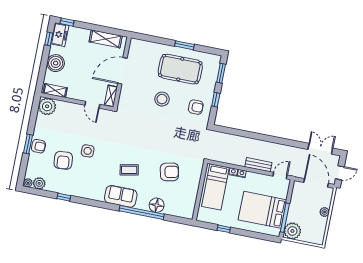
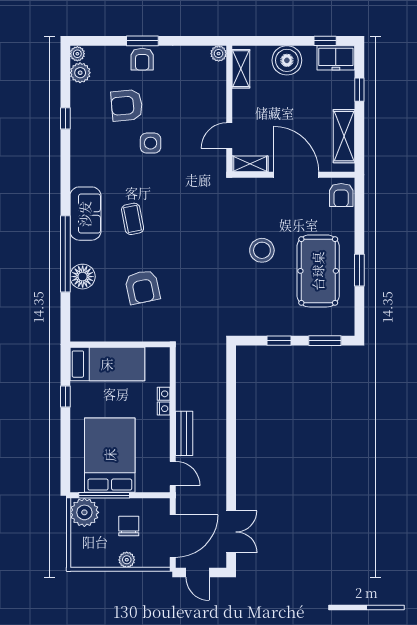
window: (67, 22) -> (359, 90), moved
plant: (47, 106) -> (219, 54), width x0.53, depth x0.53
armchair: (196, 107) -> (341, 195), moved
bed: (215, 187) -> (107, 364), moved, turned 180
chair: (305, 207) -> (129, 526), added

